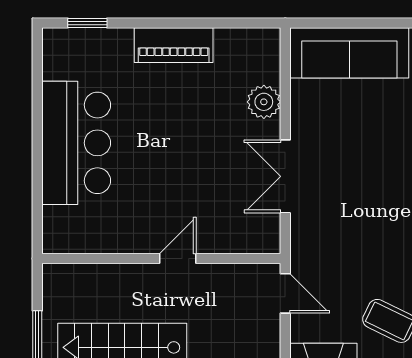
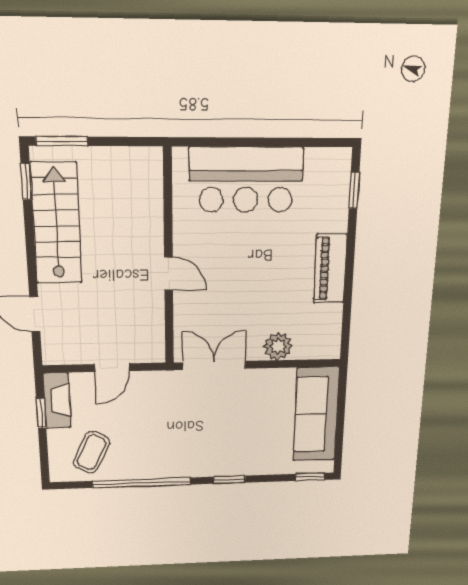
wall: (161, 259) -> (168, 259), moved
door: (178, 259) -> (169, 274), moved

